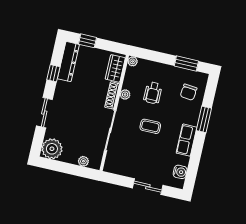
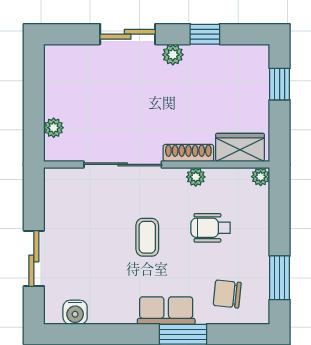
dresser: (68, 62) -> (233, 57), removed
row of seats: (186, 140) -> (166, 311), moved
plant: (52, 149) -> (173, 55), moved, width x0.53, depth x0.53

